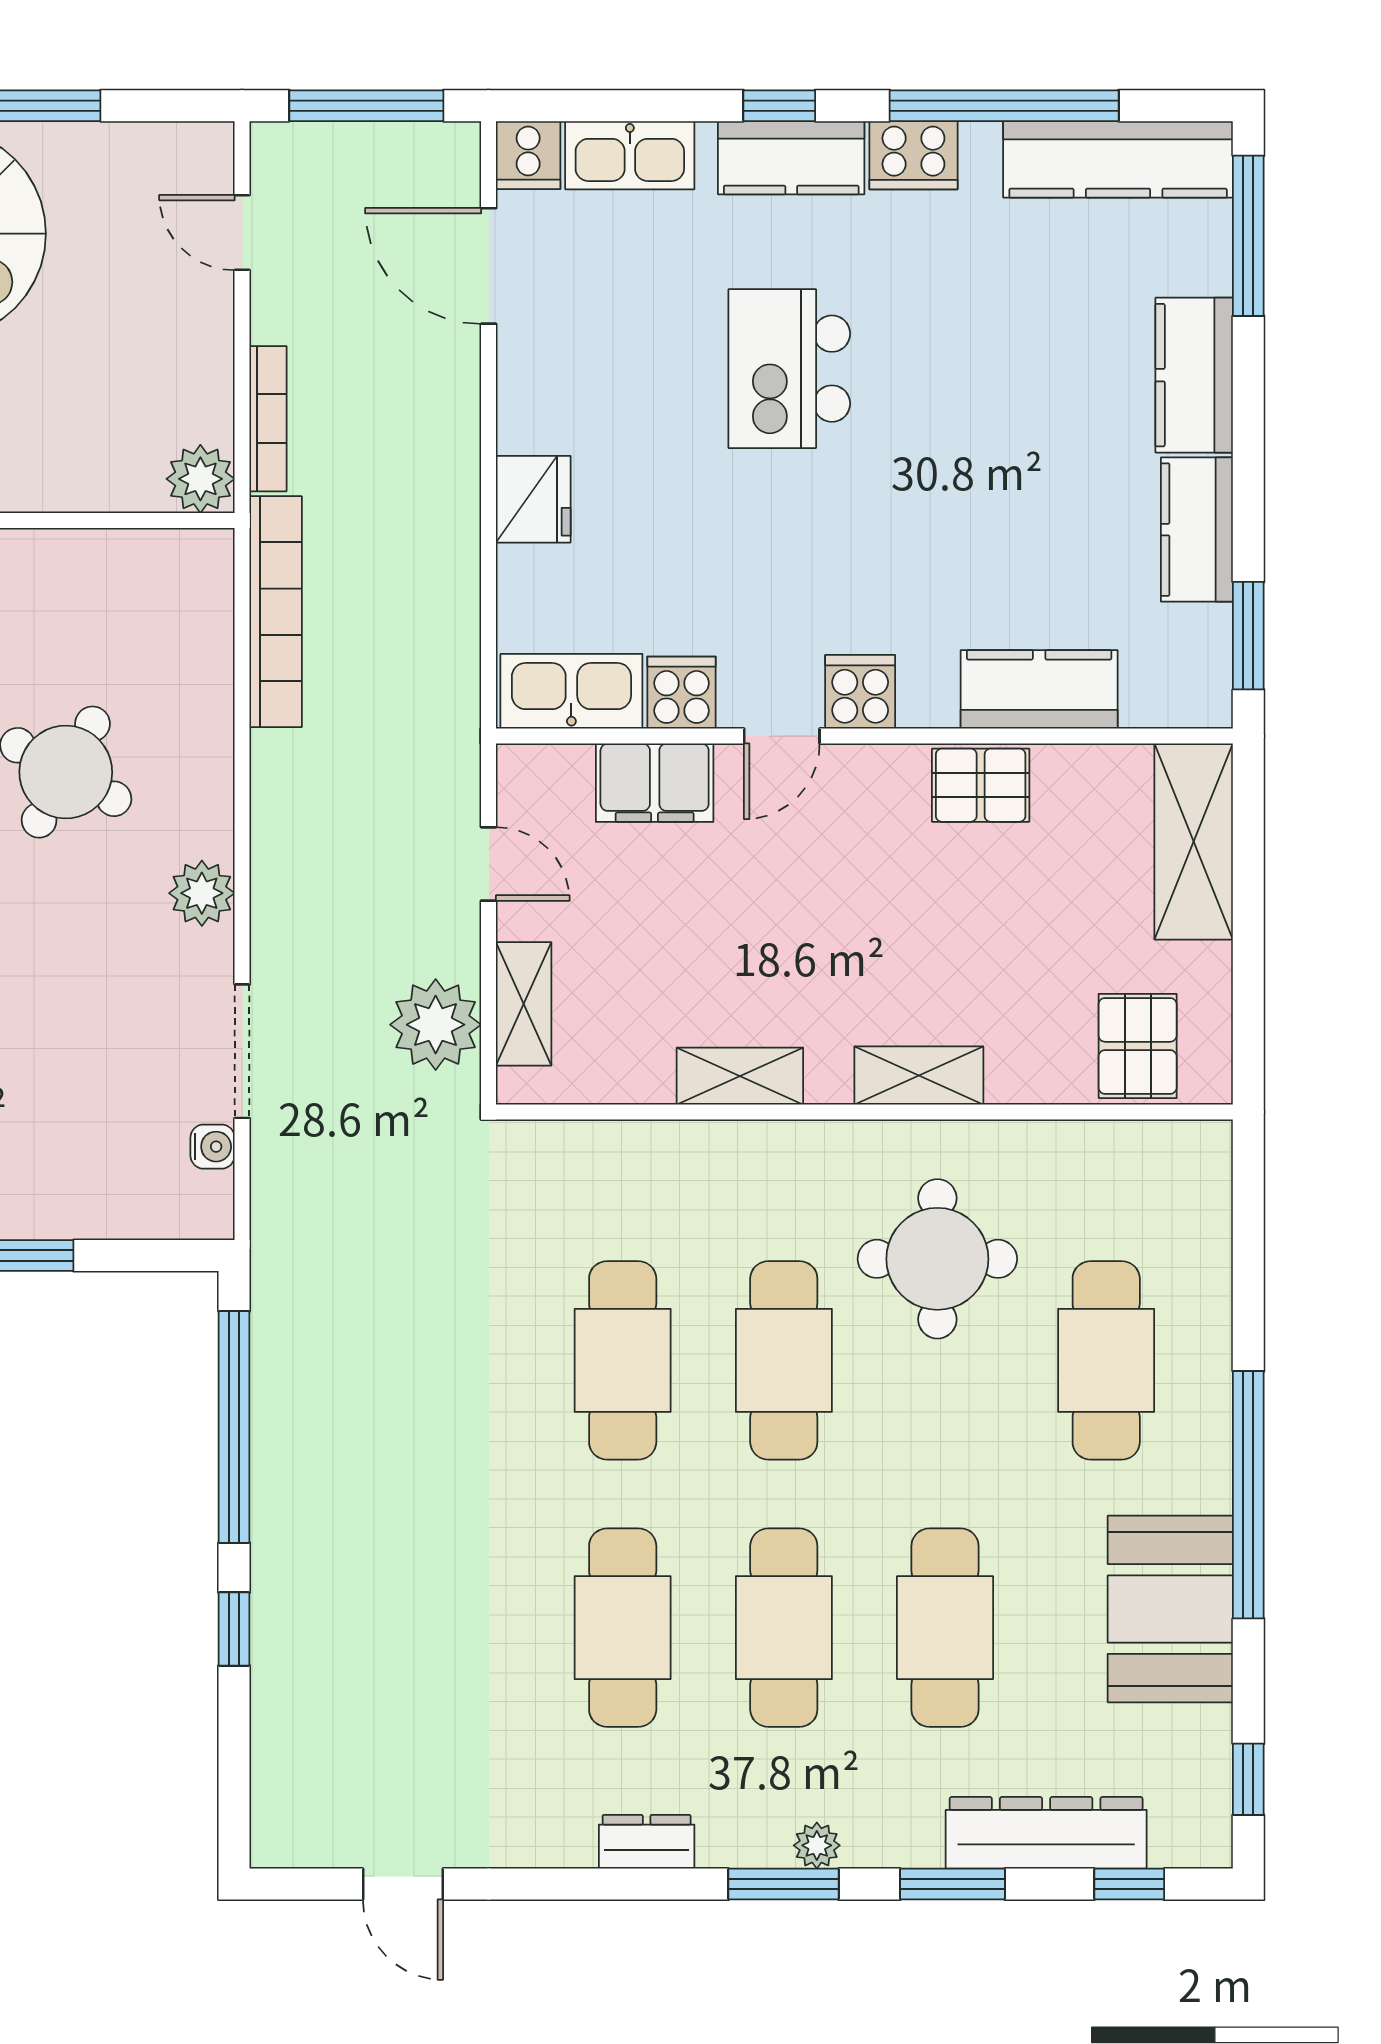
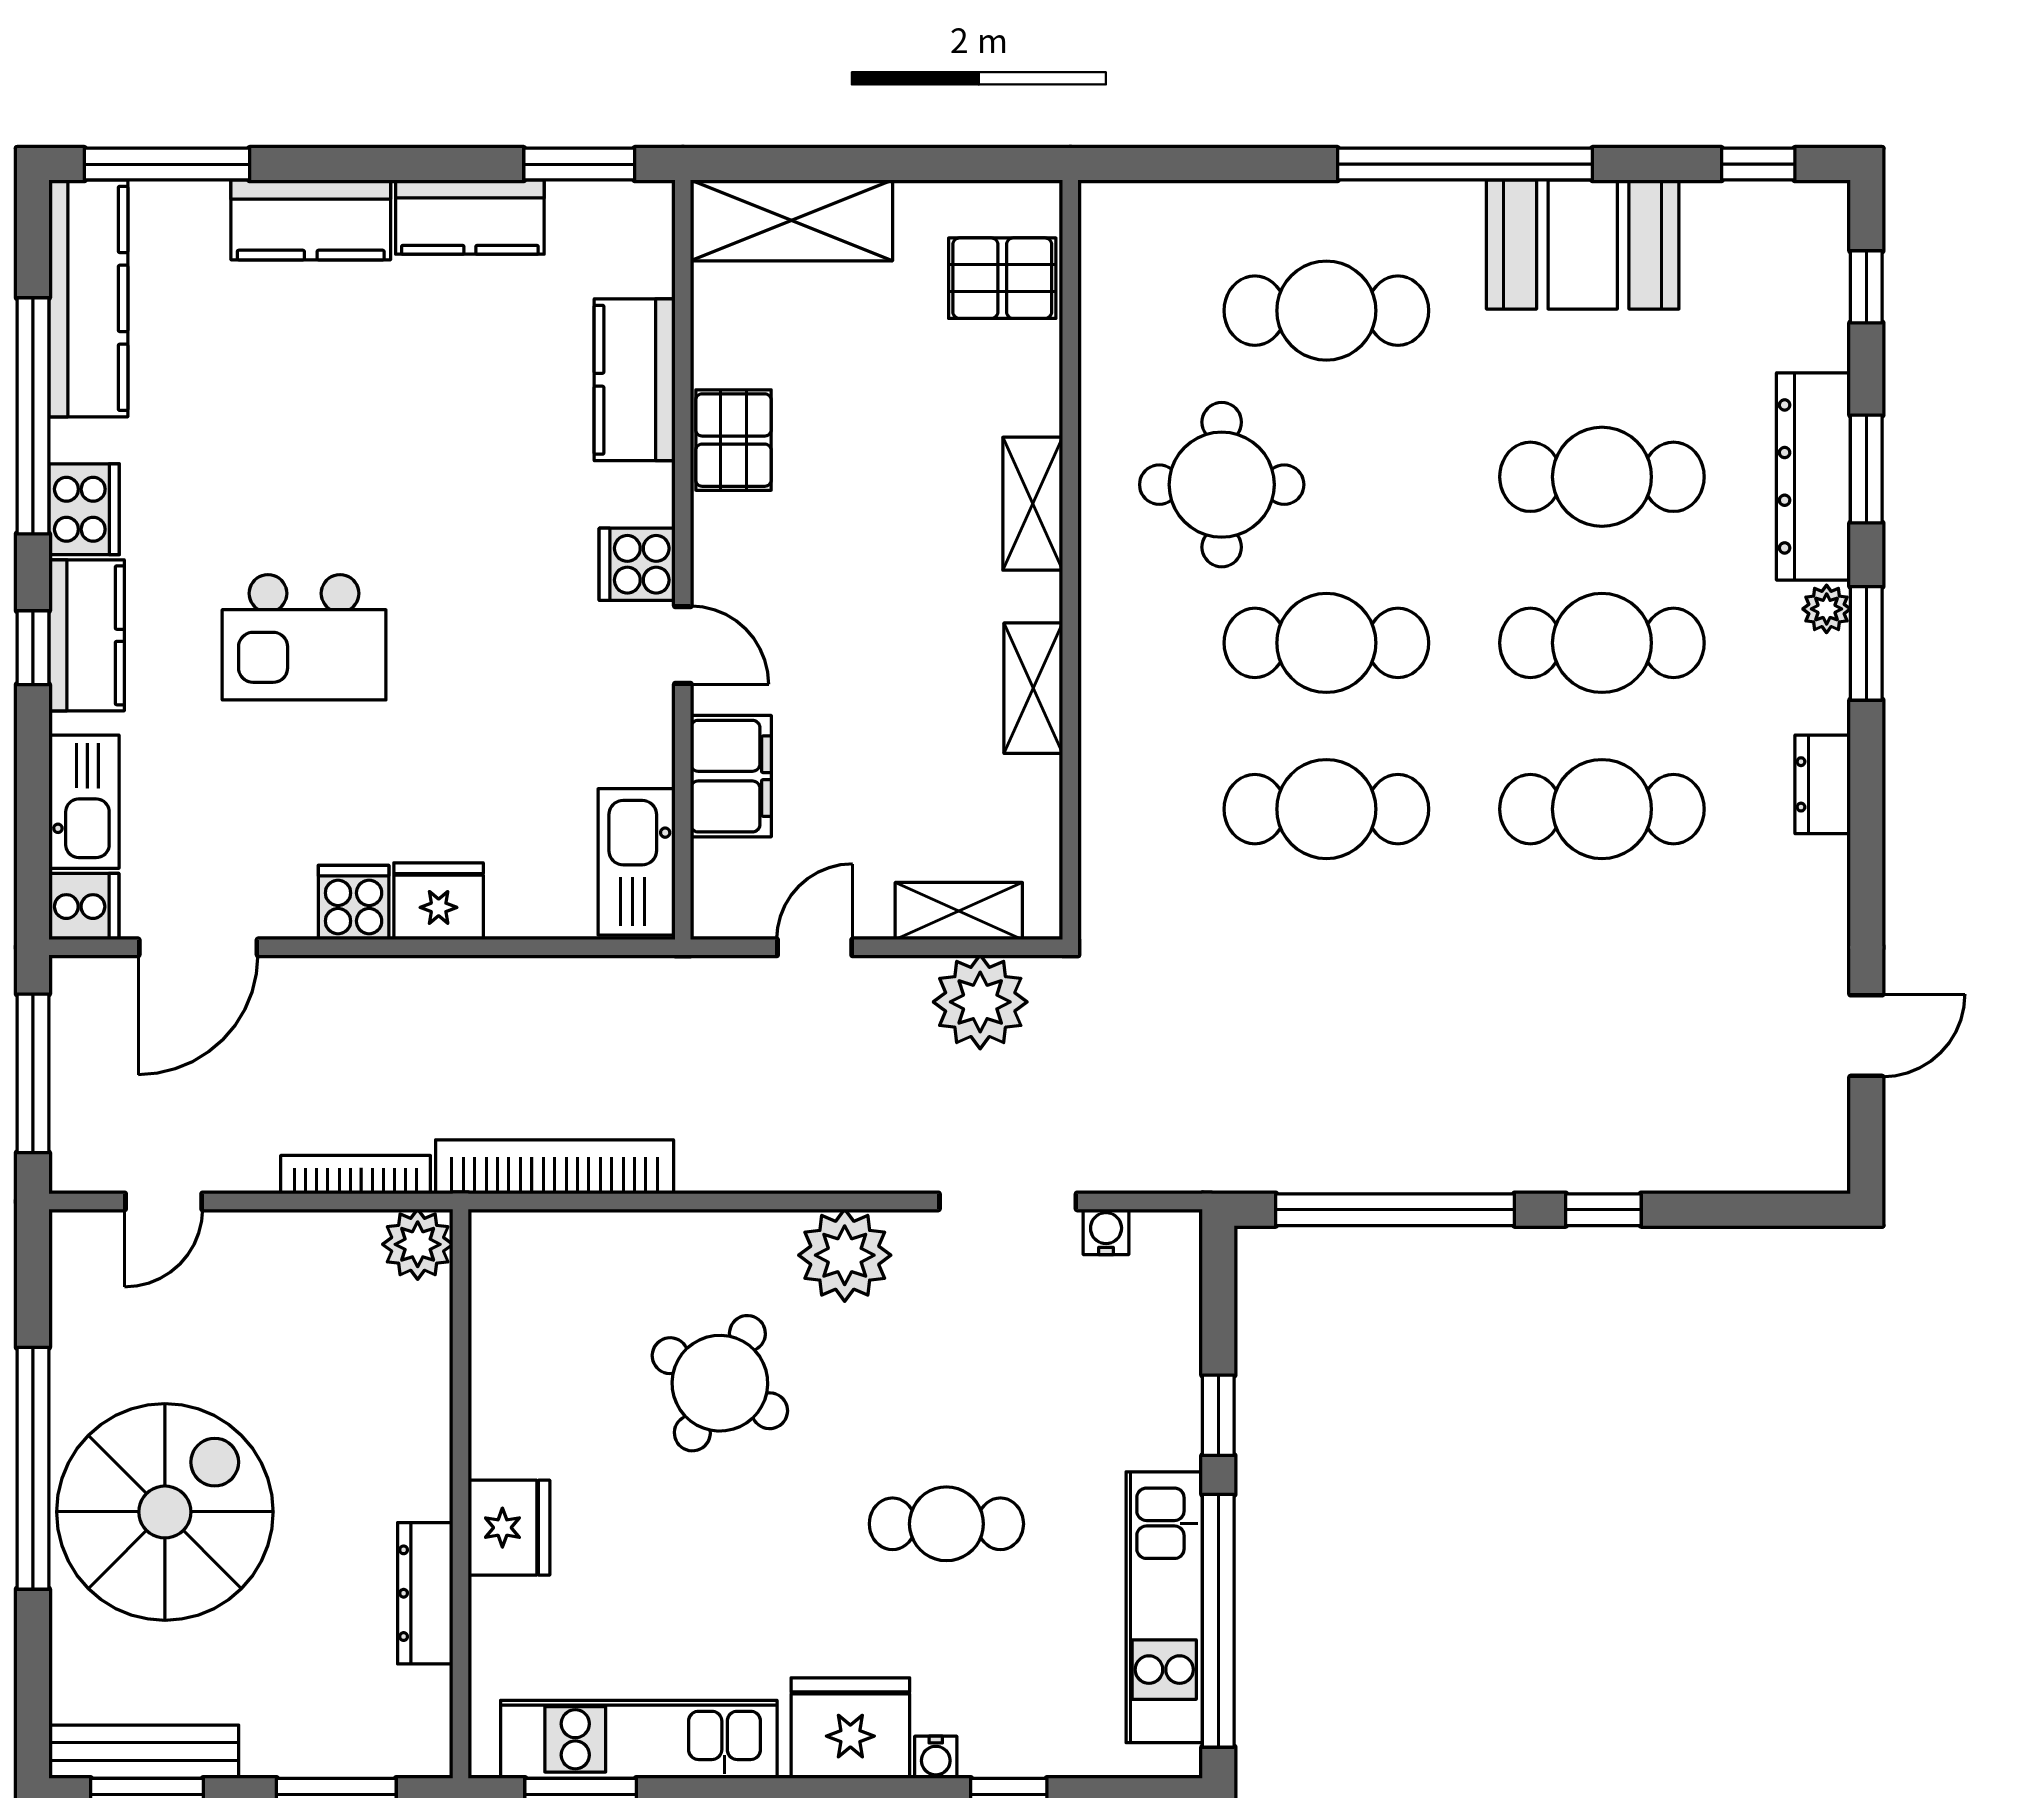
cooker: (682, 693) -> (354, 903), moved, turned 90
plant: (202, 893) -> (845, 1255), width x1.36, depth x1.36
dresser: (1046, 1833) -> (1813, 476), moved

